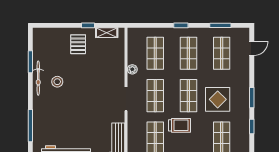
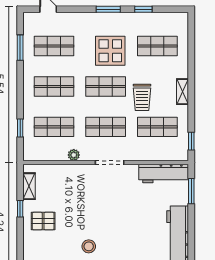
window: (181, 25) -> (20, 128), moved
trolley: (179, 125) -> (142, 97), turned 180

